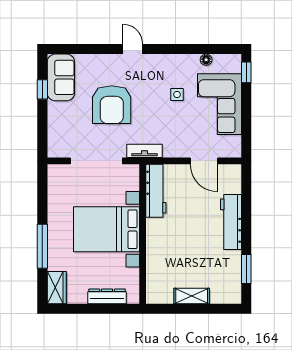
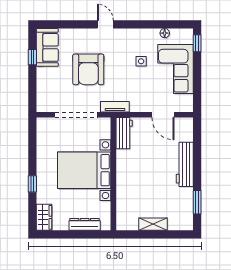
workbench: (156, 191) -> (124, 133), width x0.73
window: (42, 246) -> (32, 184), width x0.46

